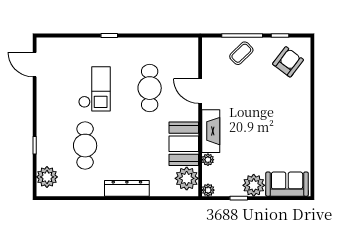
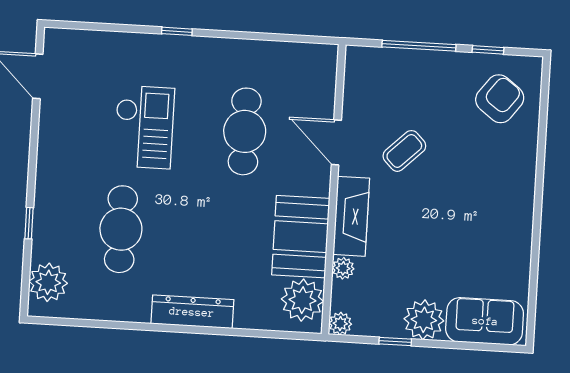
coffee table: (241, 53) -> (404, 151), moved

